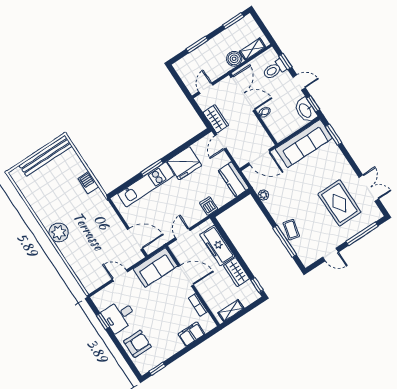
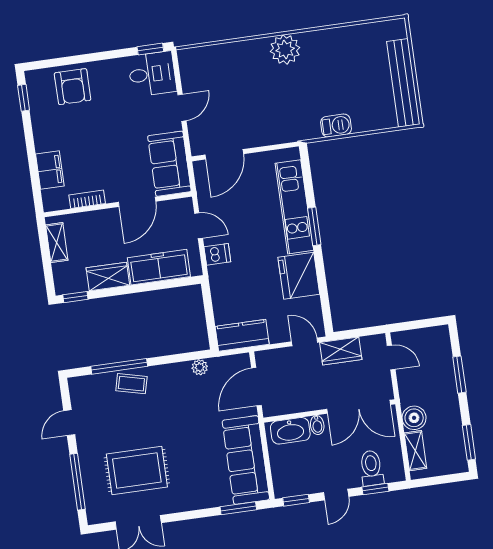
washbasin: (305, 110) -> (290, 431), moved, turned 180
dishwasher: (209, 206) -> (217, 254), moved
desk: (119, 316) -> (152, 74), moved, turned 90
window: (103, 321) -> (150, 49), moved

